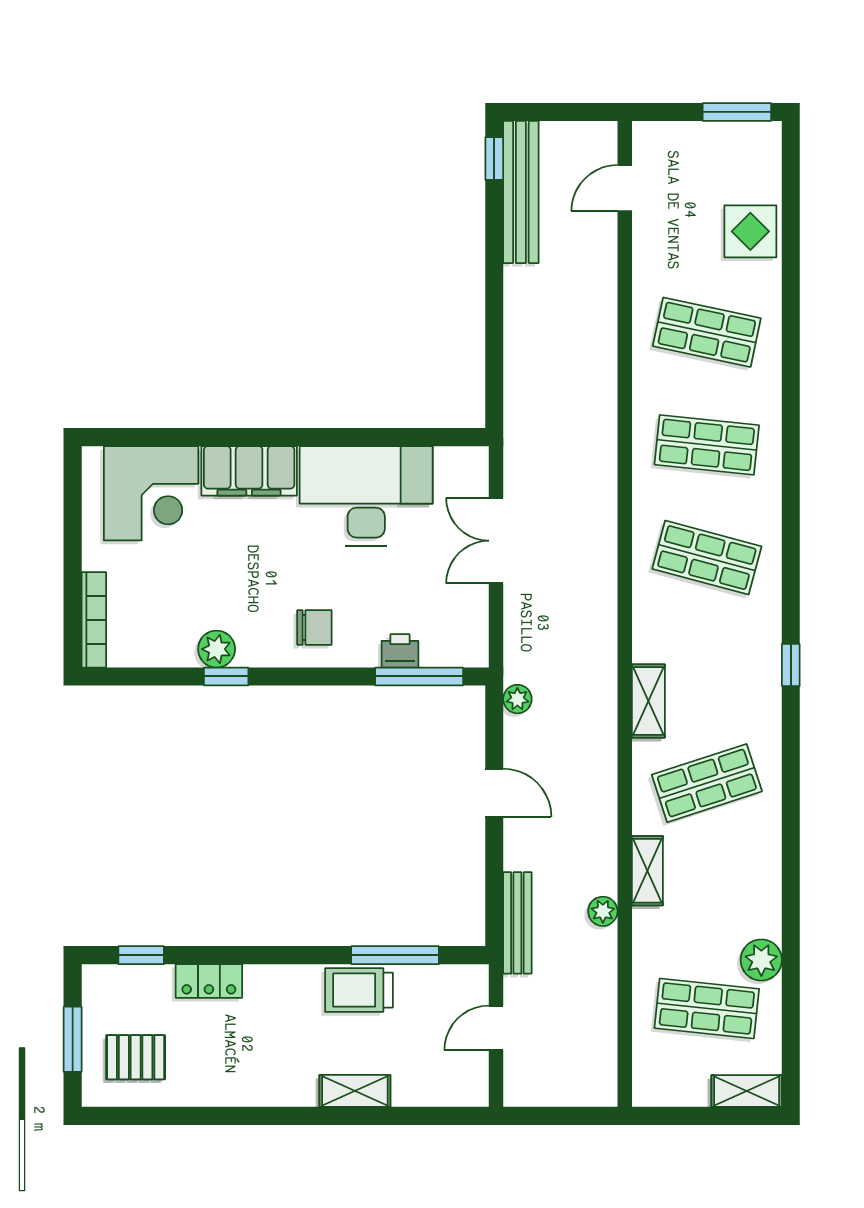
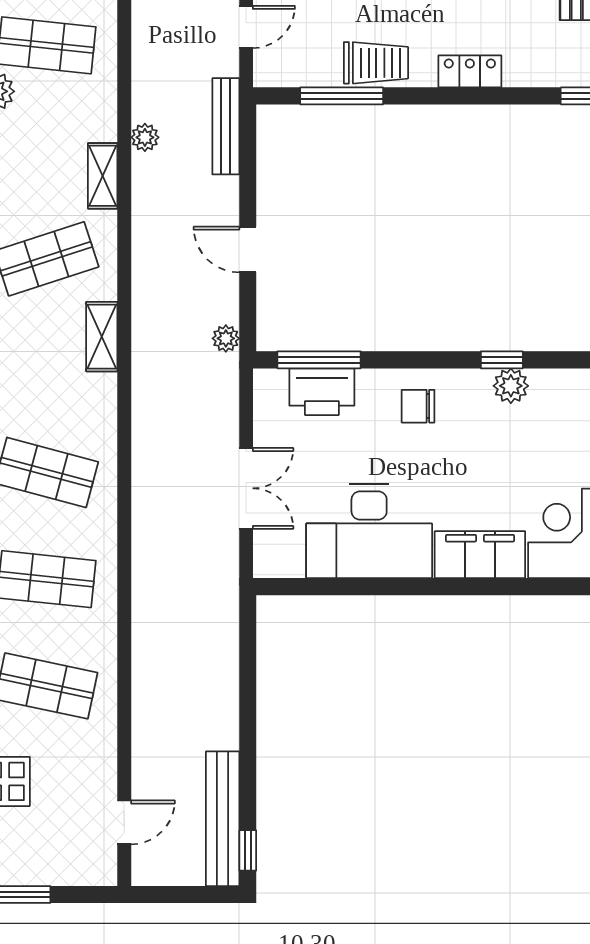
printer: (400, 651) -> (322, 392), width x1.87, depth x1.48
locker: (209, 981) -> (470, 71), moved

